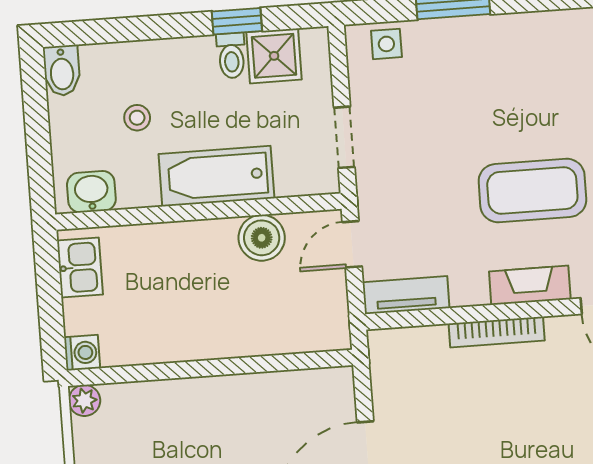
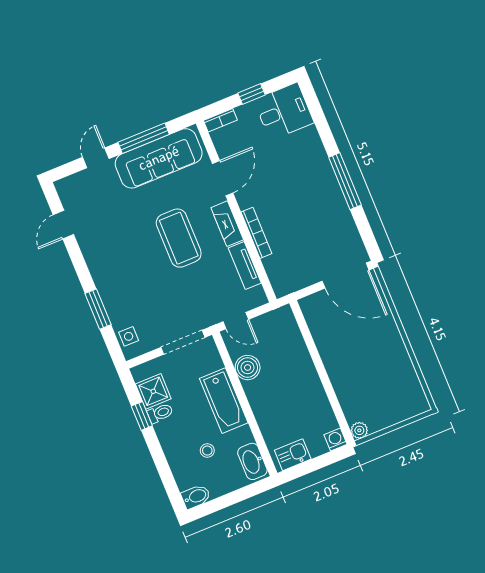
doorway: (344, 137) -> (183, 342), width x1.38
washbasin: (91, 192) -> (252, 461), width x1.38
tv unit: (406, 295) -> (245, 266), moved

